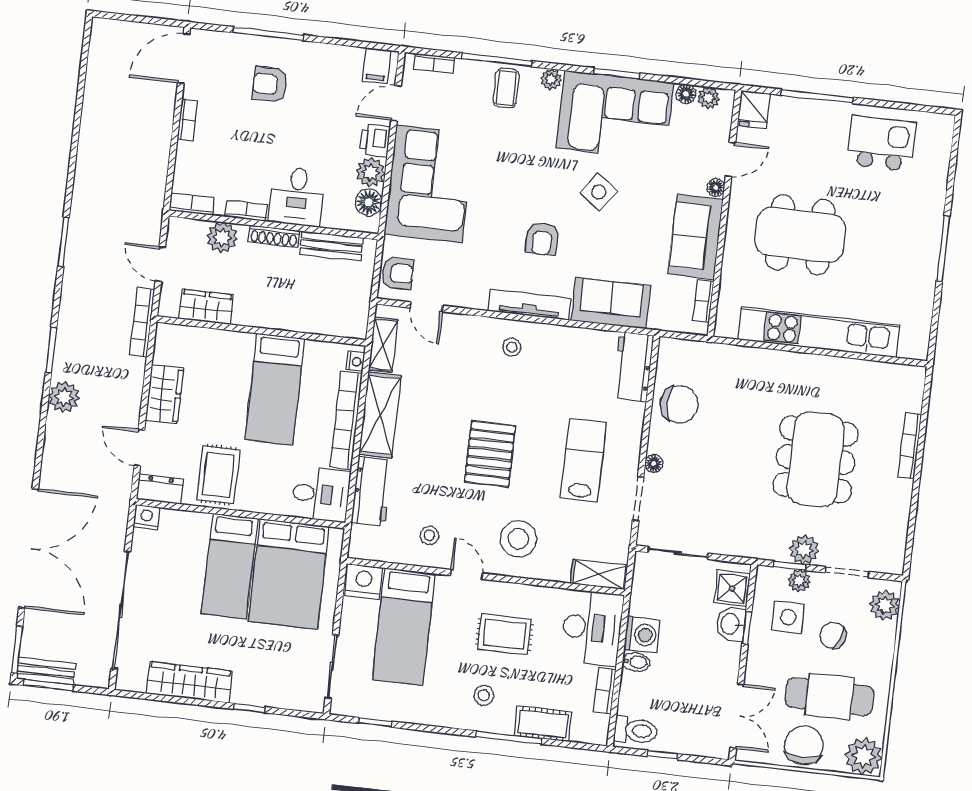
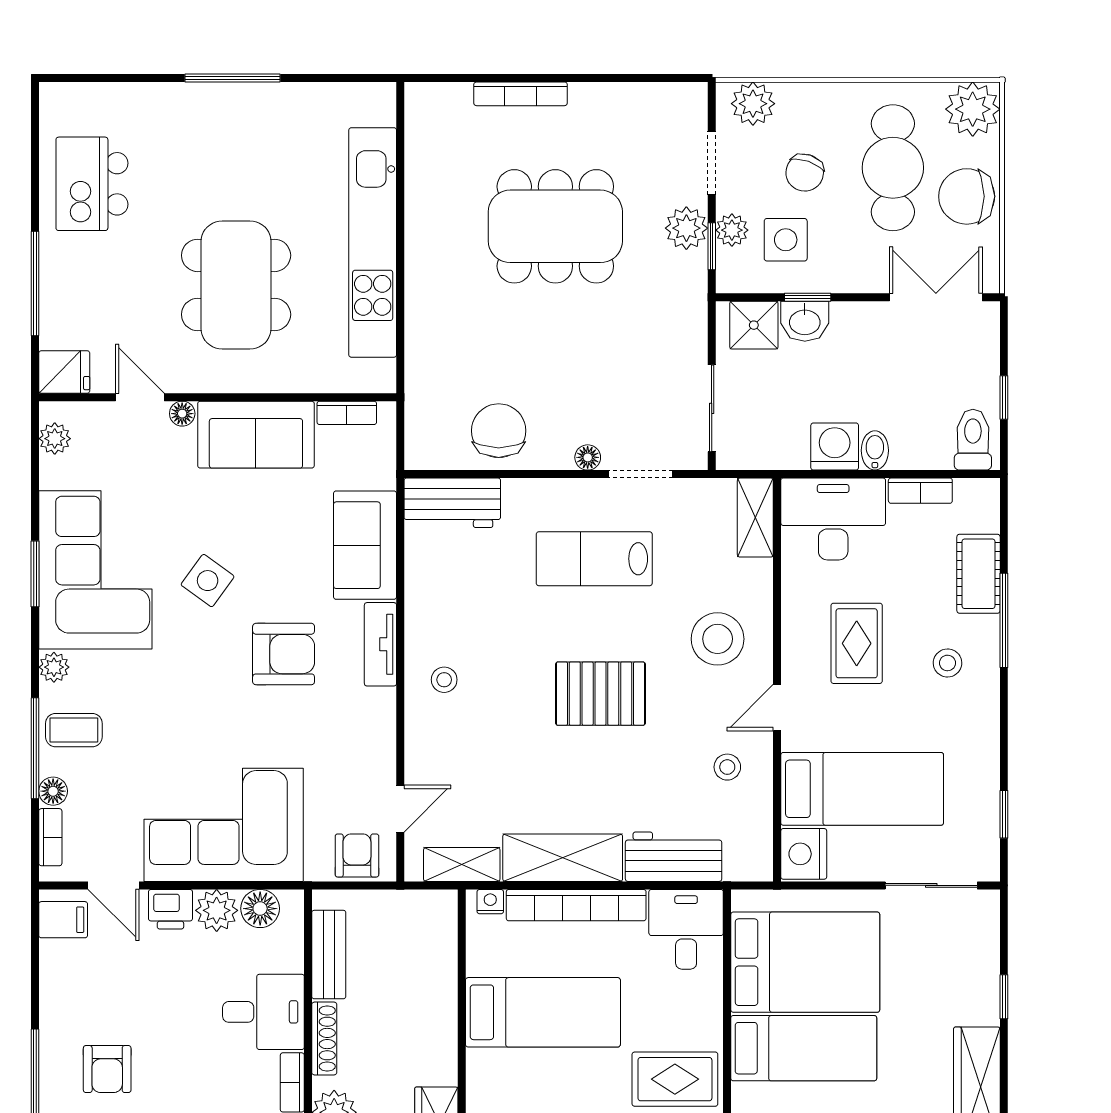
floor lamp: (686, 94) -> (53, 791), moved
armchair: (542, 238) -> (284, 654), width x1.38, depth x1.38
tv unit: (529, 305) -> (380, 644), width x0.71

